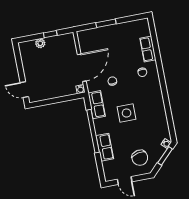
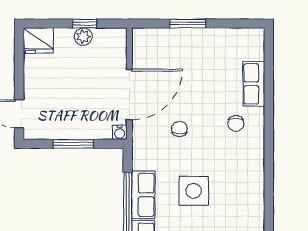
plant: (40, 43) -> (83, 37), moved
fridge: (27, 48) -> (38, 41), added
window: (57, 100) -> (73, 144), added
row of seats: (97, 105) -> (143, 195), moved

